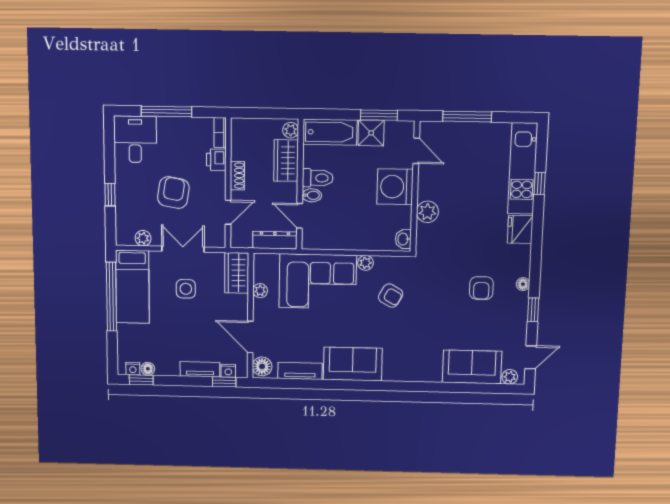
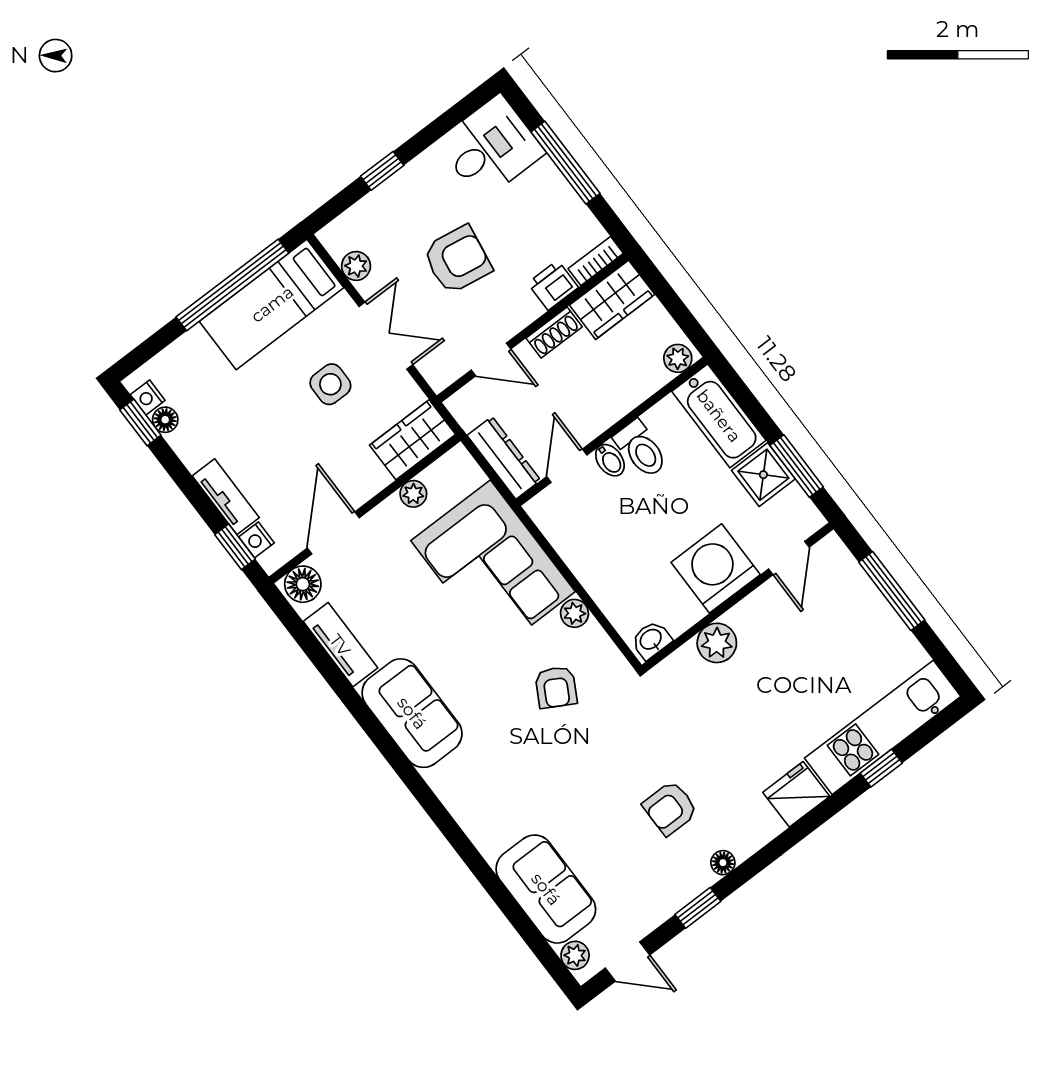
wardrobe: (286, 160) -> (612, 300), moved, turned 180

